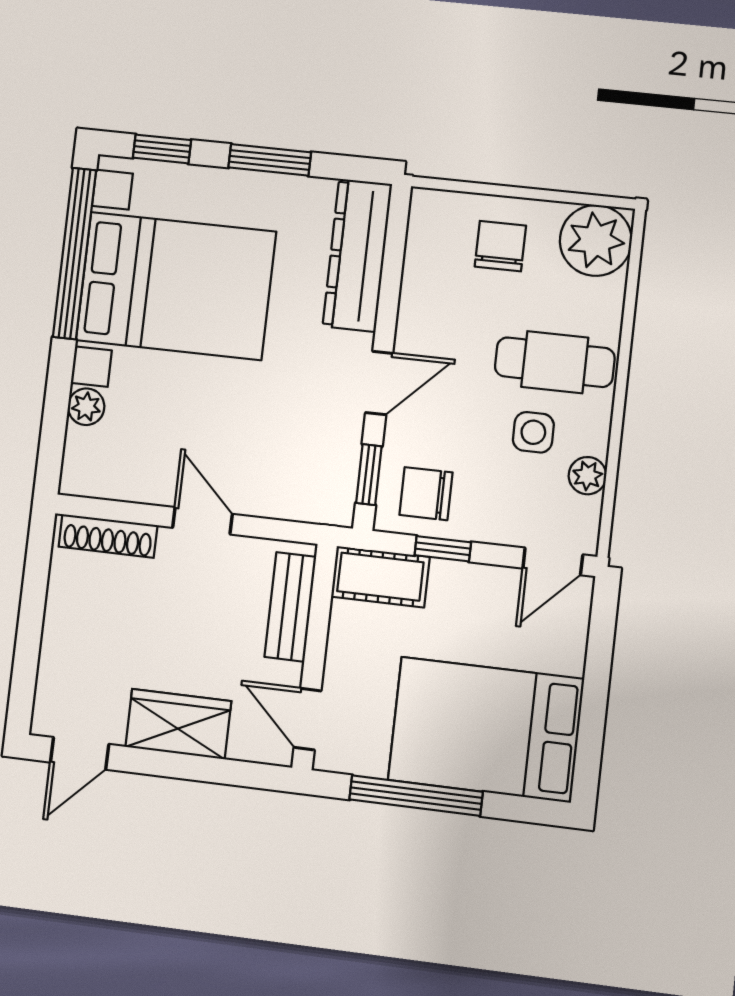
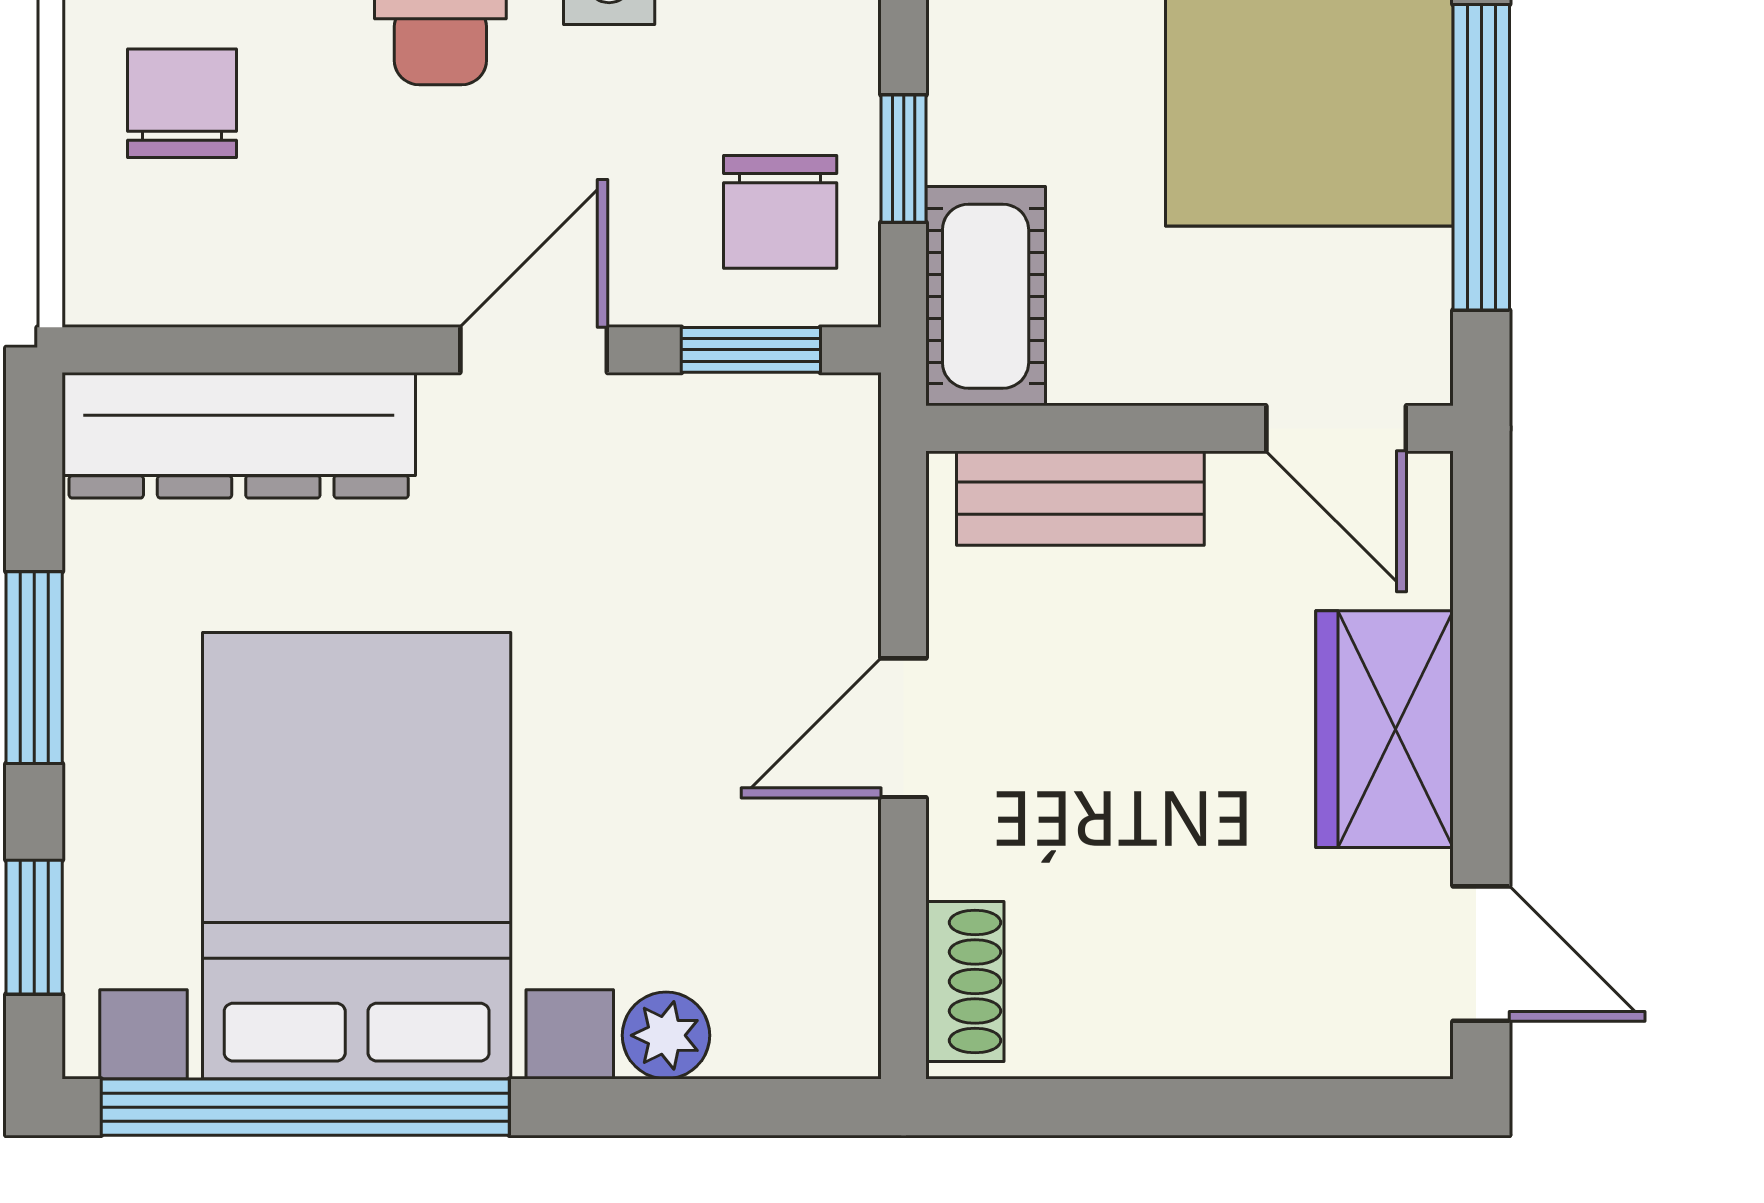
chair: (500, 246) -> (182, 103), turned 90
door: (379, 383) -> (534, 350), hinge flipped
shoe rack: (108, 536) -> (965, 981), width x0.70
door: (307, 719) -> (1336, 428), hinge flipped

